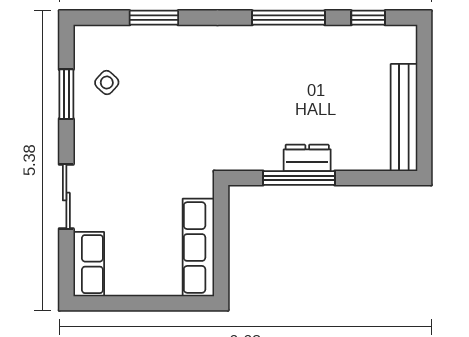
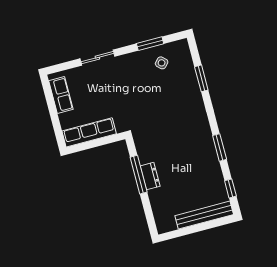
window: (288, 18) -> (220, 147), width x0.69
bench: (404, 117) -> (204, 215), moved
row of seats: (89, 264) -> (61, 95), moved, turned -90

